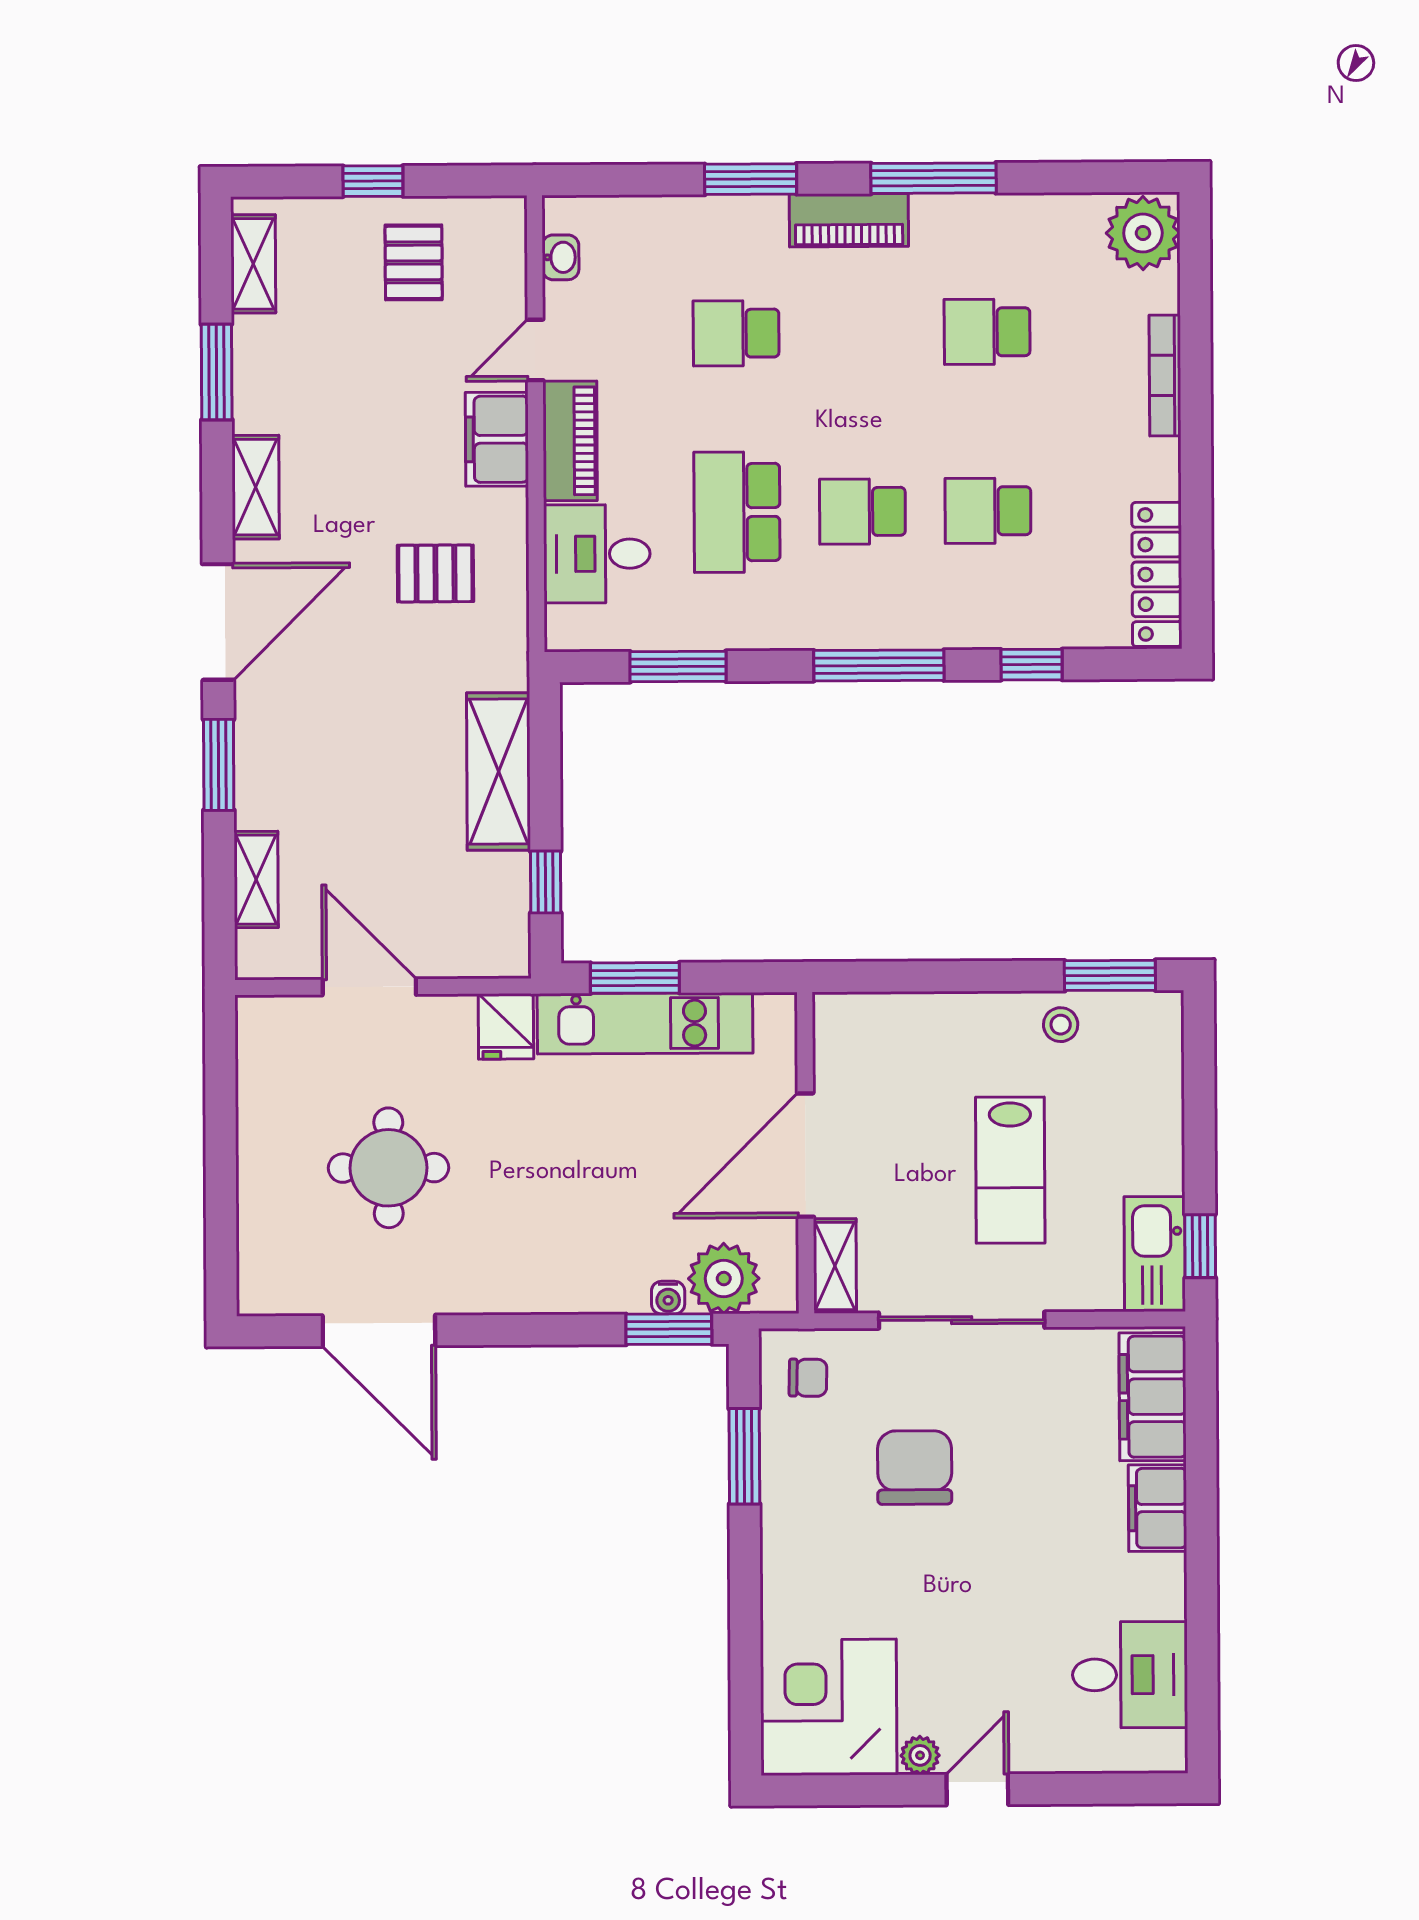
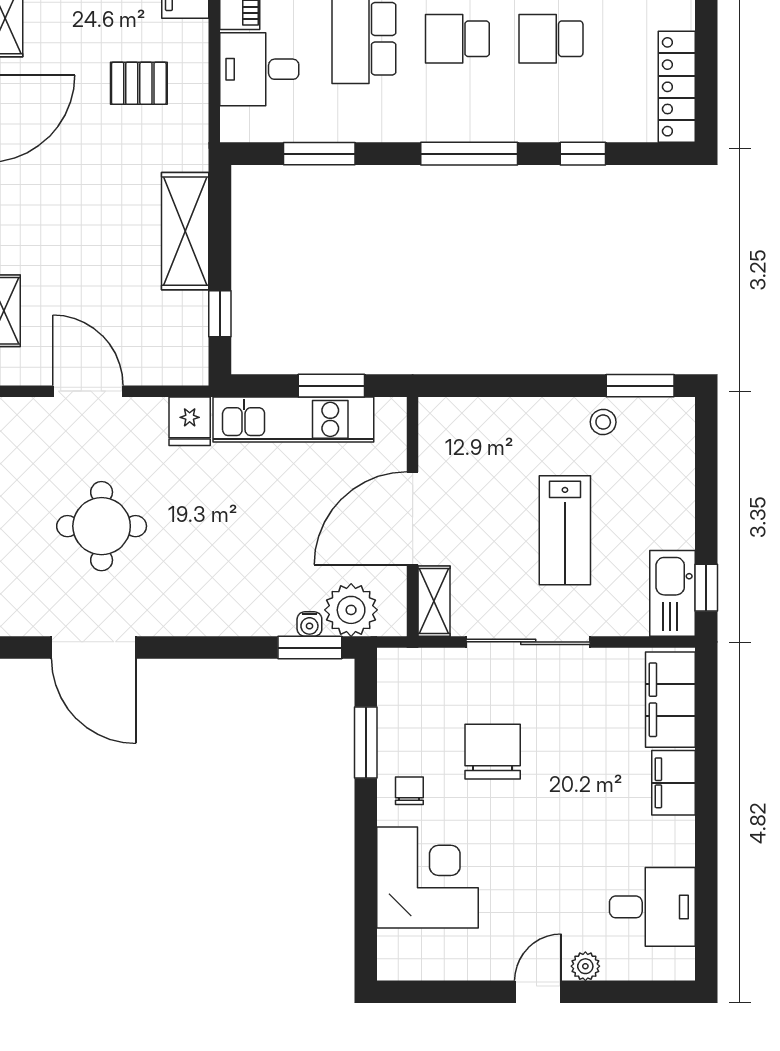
window: (635, 978) -> (331, 386), moved
chair: (808, 1378) -> (409, 791), moved, turned -91
corner desk: (829, 1707) -> (428, 878), moved, turned 90
plant: (920, 1755) -> (585, 966), moved

